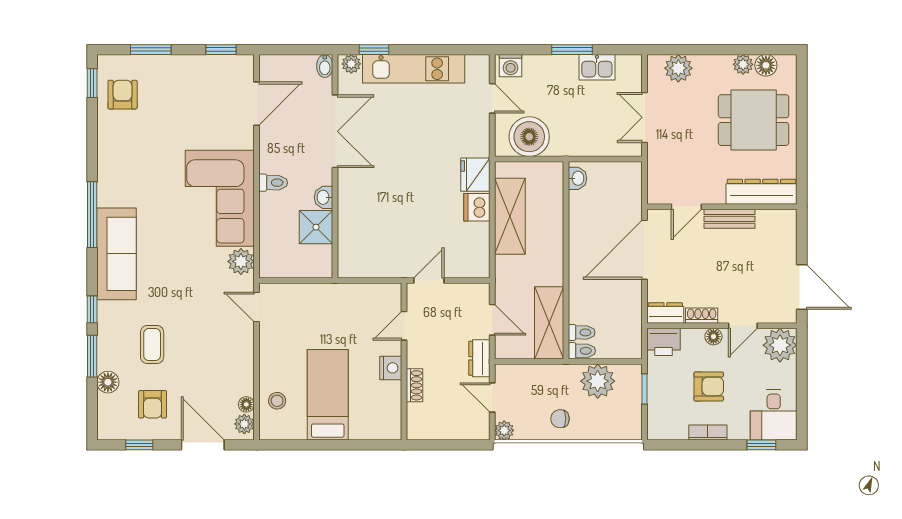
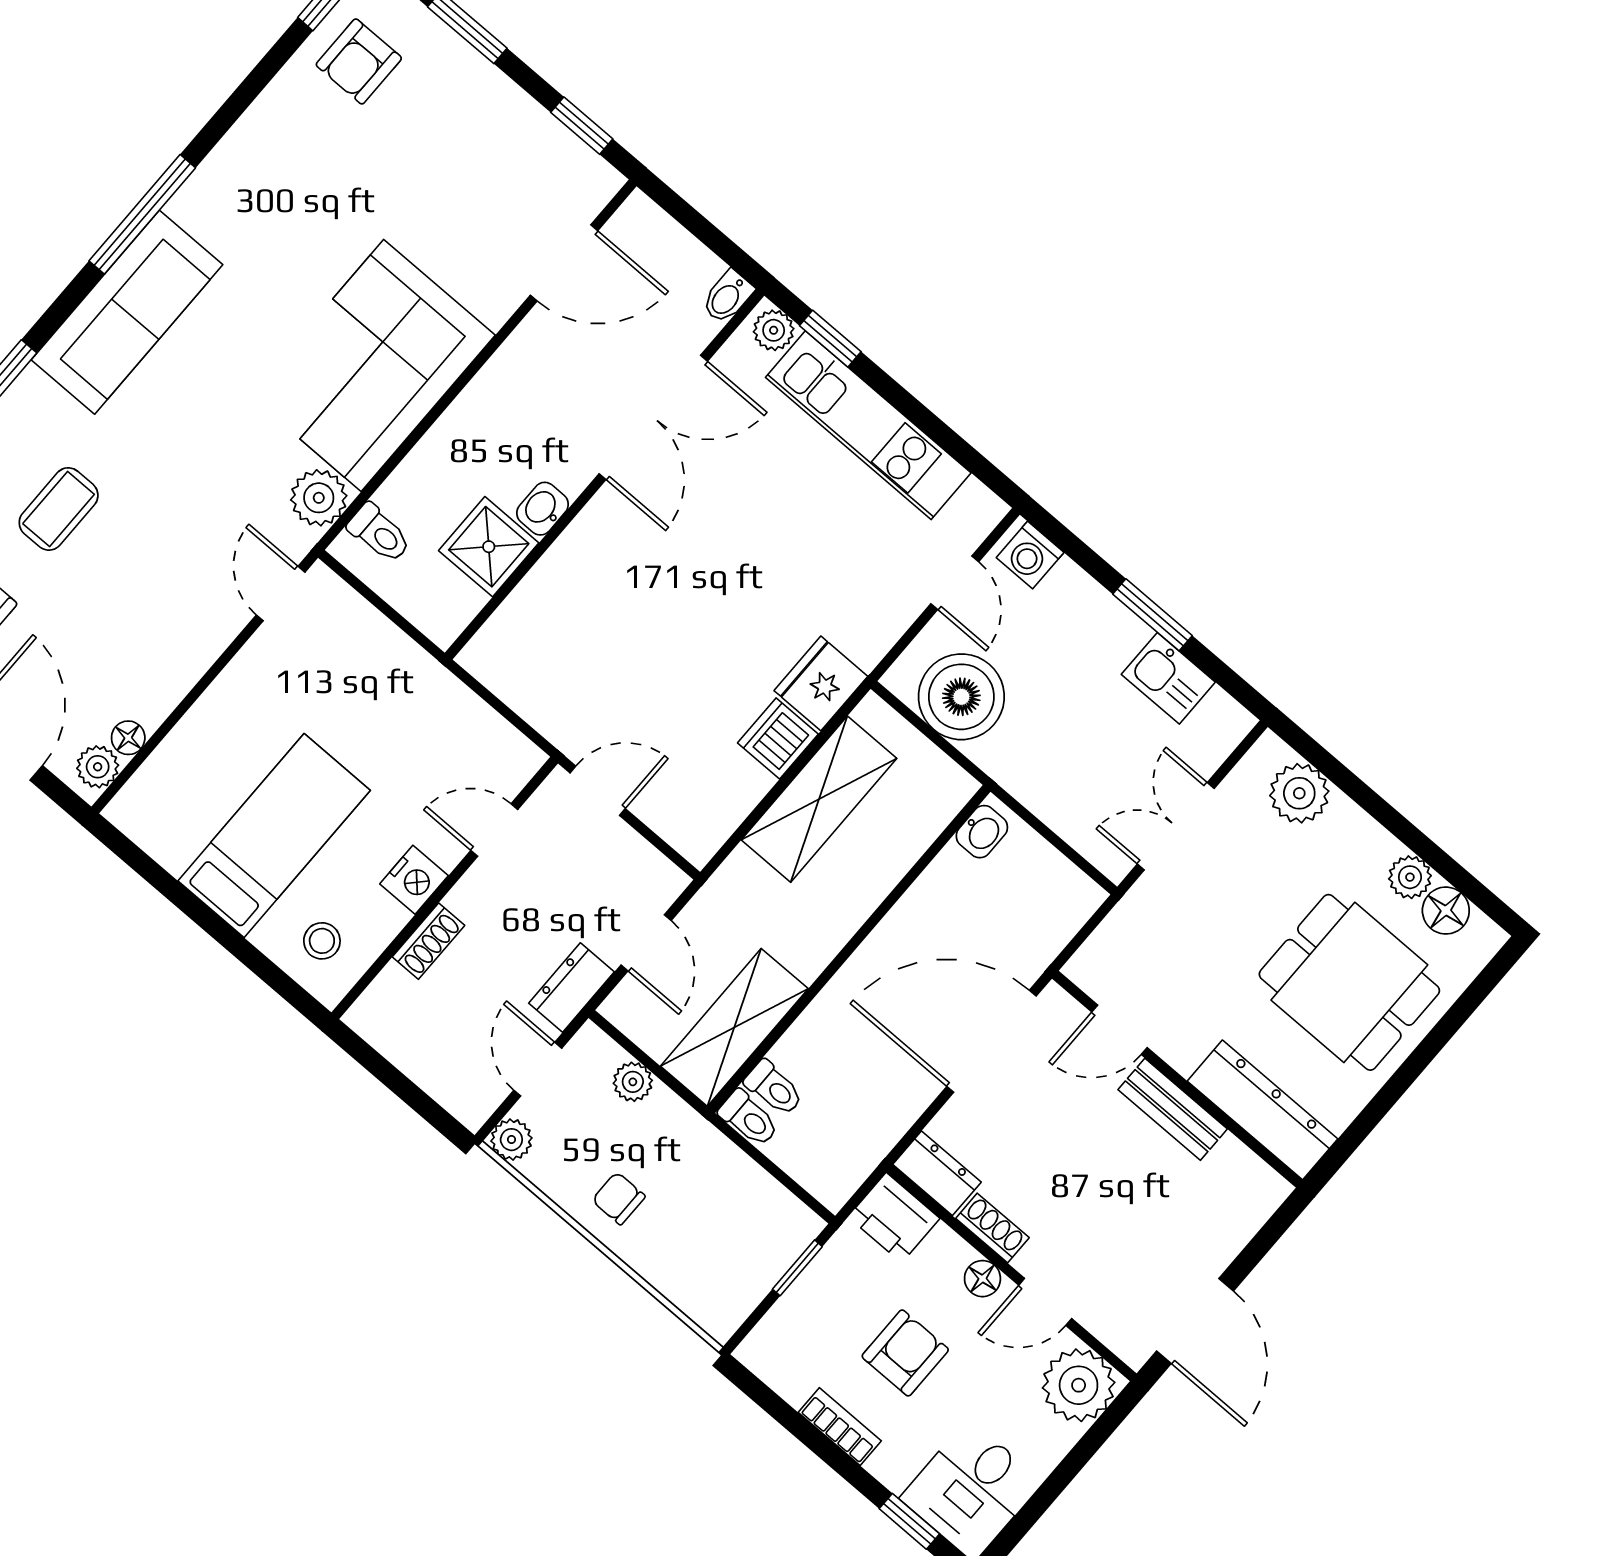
armchair: (123, 95) -> (359, 61), turned 180
toilet: (273, 183) -> (379, 533), moved
plant: (598, 381) -> (633, 1082), moved, width x0.53, depth x0.53
armchair: (709, 386) -> (905, 1353), turned -90
stool: (277, 401) -> (322, 941), moved

